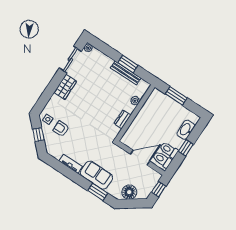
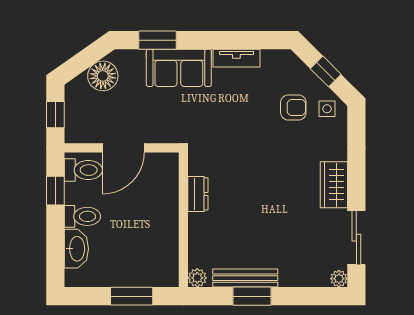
plant: (135, 101) -> (197, 278), moved
window: (186, 148) -> (55, 191), moved
toilet: (169, 150) -> (82, 216), moved

